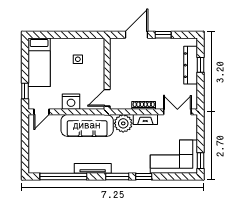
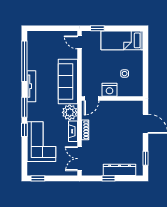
window: (163, 35) -> (146, 158), moved
window: (200, 65) -> (109, 178), moved
door: (107, 98) -> (92, 99), swing flipped
nightstand: (71, 102) -> (110, 90), moved, turned -90
double door: (177, 112) -> (80, 159), swing flipped
corner sofa: (174, 157) -> (41, 142), moved

